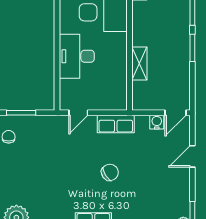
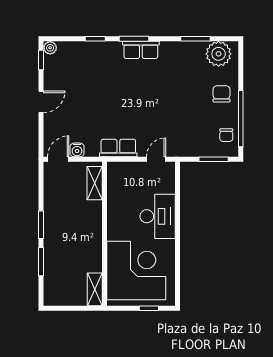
shelving: (139, 64) -> (95, 183), moved
door: (192, 156) -> (41, 102), moved
chair: (110, 172) -> (221, 94), moved, turned 122

